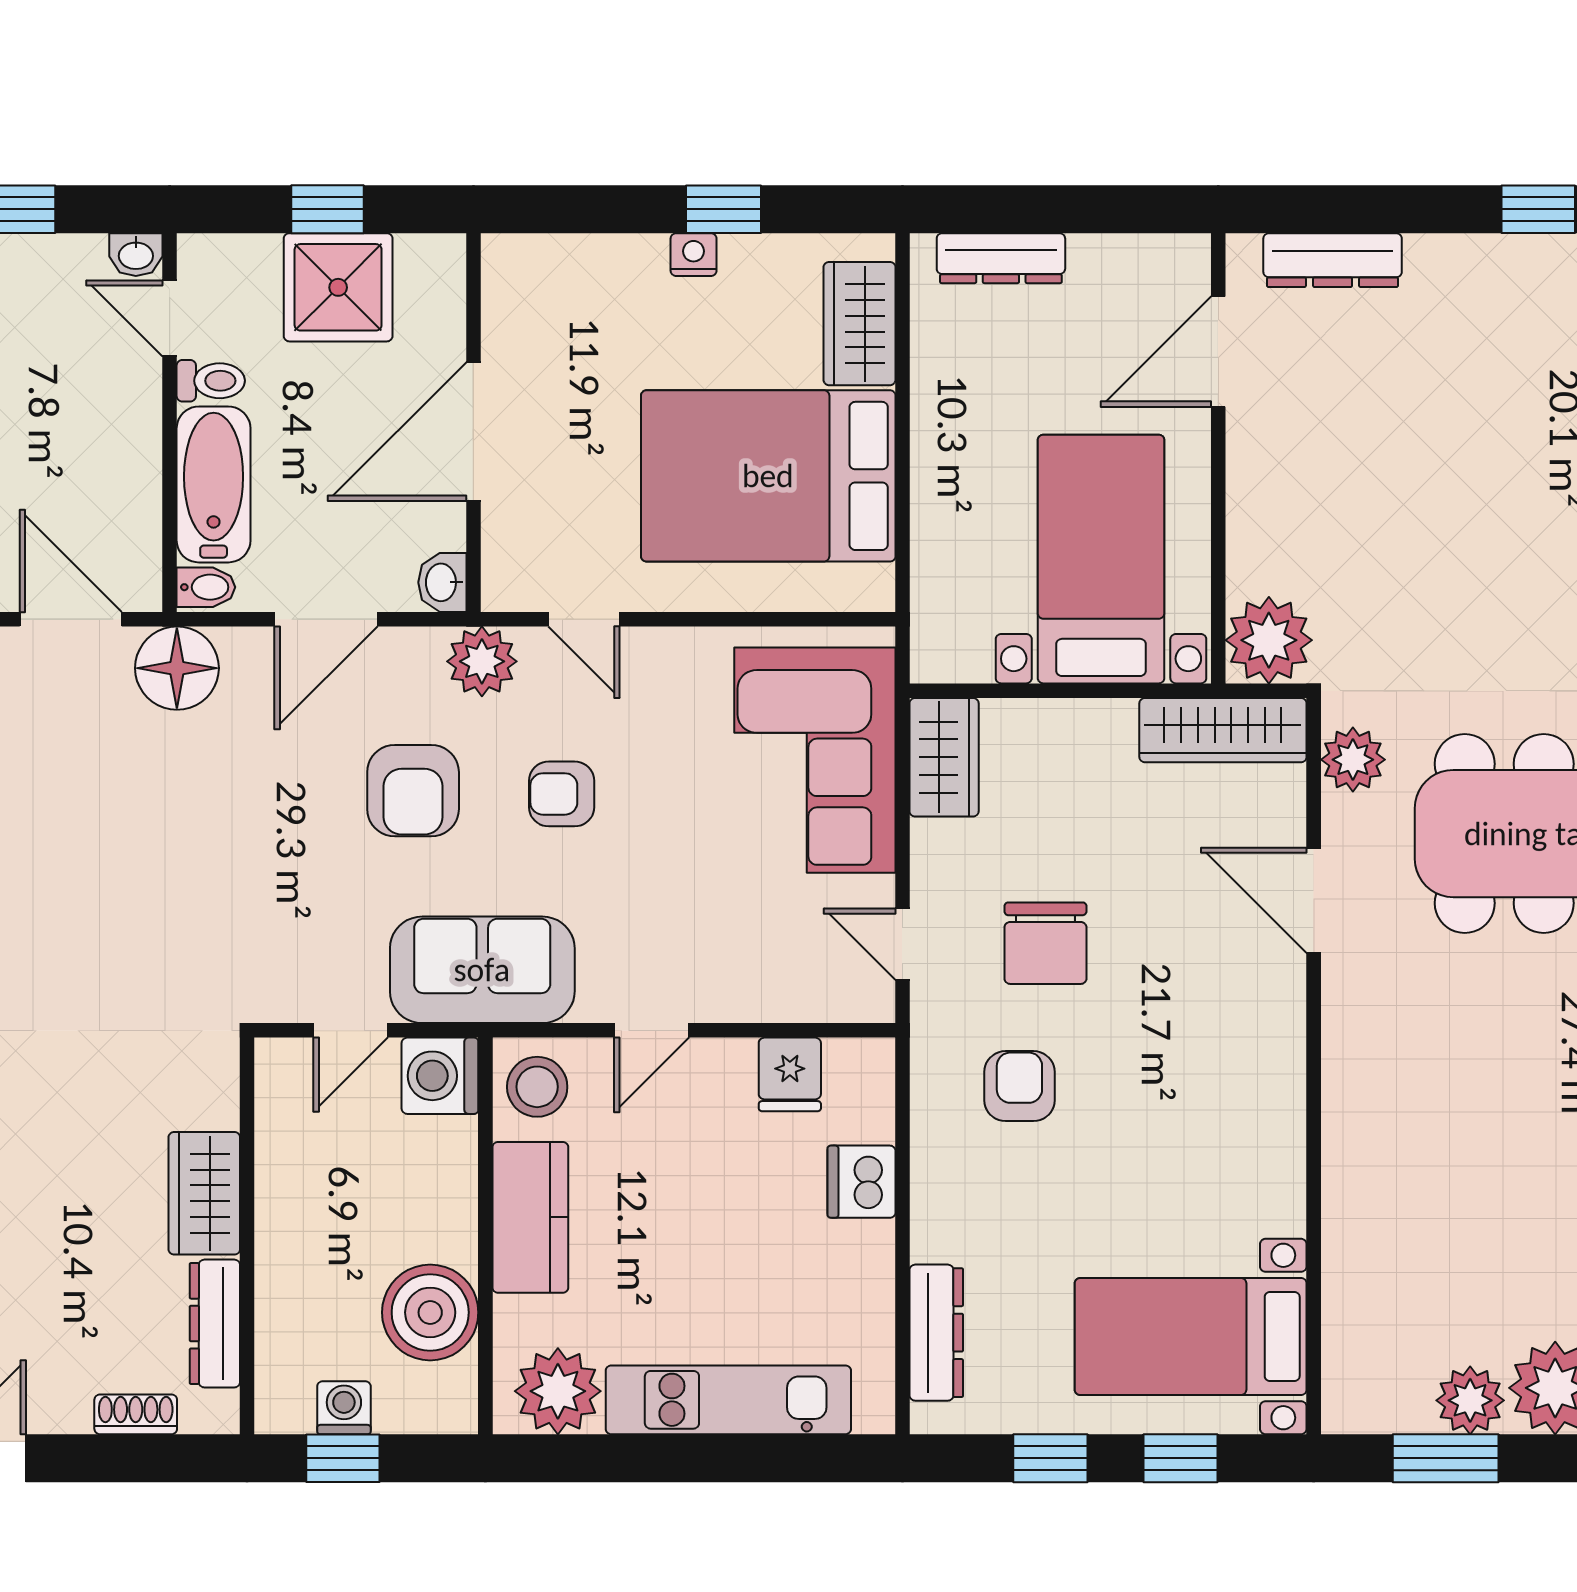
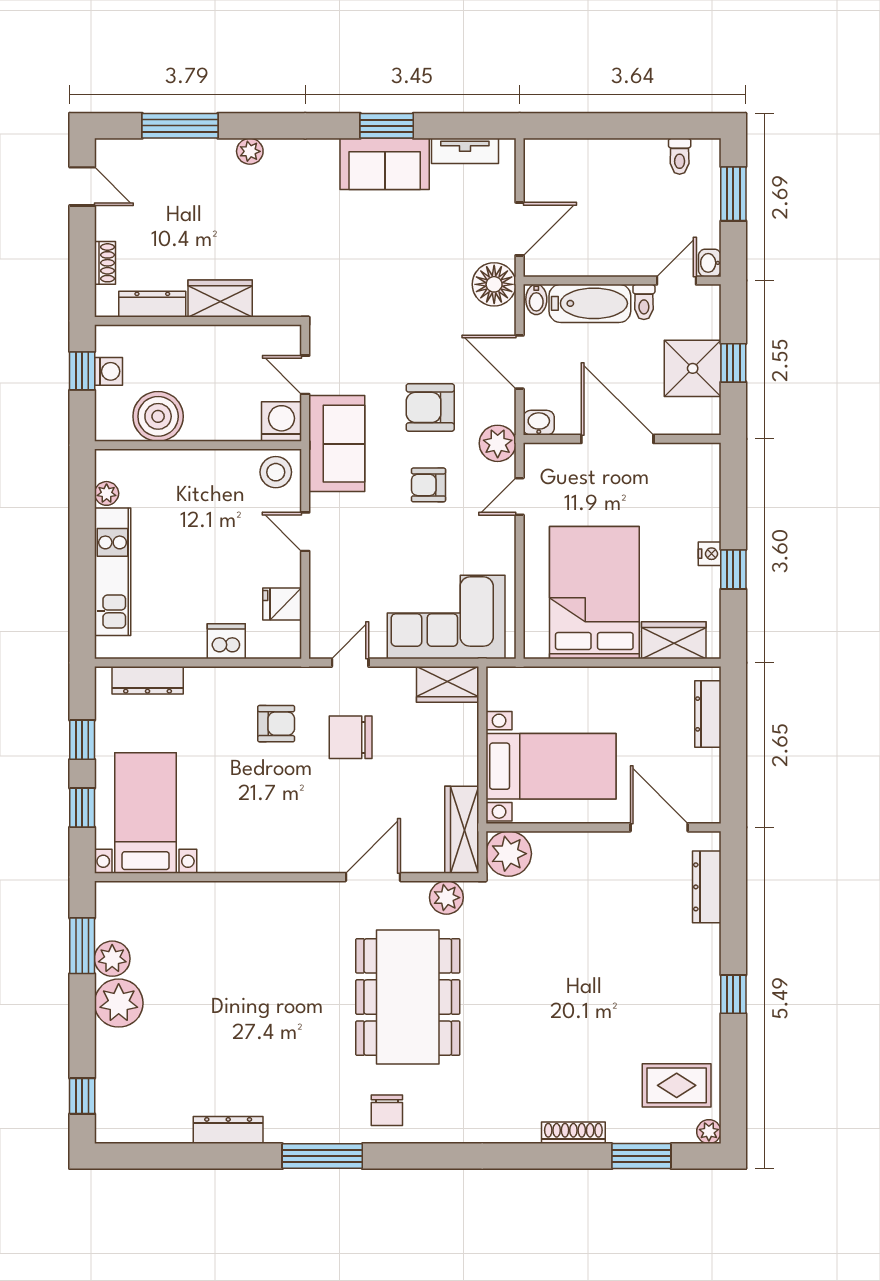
armchair: (562, 794) -> (428, 485), turned -90
kitchen counter: (530, 1217) -> (208, 469), removed
plant: (558, 1391) -> (107, 493), width x0.53, depth x0.53

